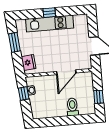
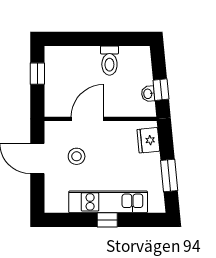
stool: (71, 49) -> (77, 156), added
toilet: (72, 107) -> (109, 61), moved

